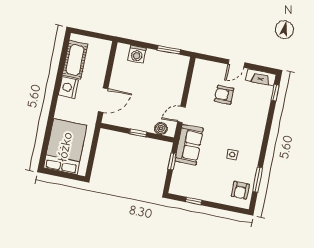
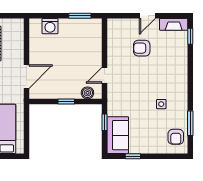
sofa: (189, 145) -> (118, 135), moved

